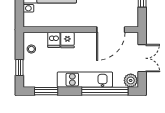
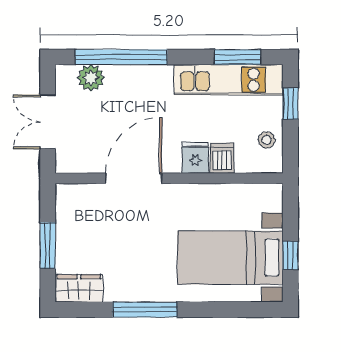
door: (111, 30) -> (134, 178), moved
kitchen unit: (85, 80) -> (229, 80), moved
plant: (131, 80) -> (91, 78), moved

